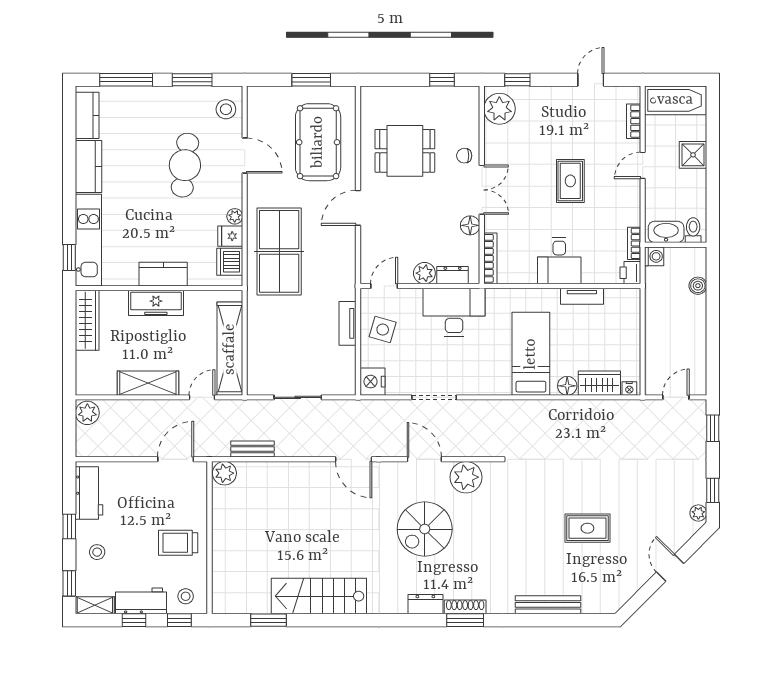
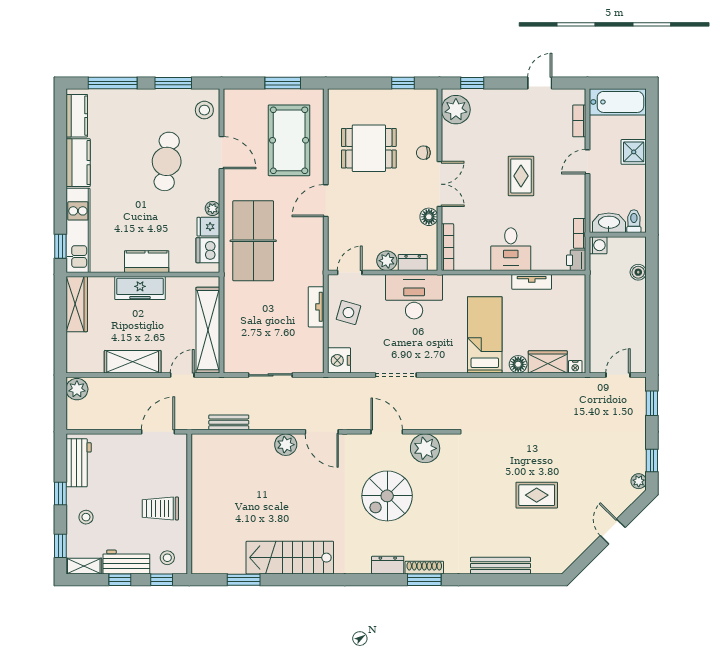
plant: (224, 473) -> (286, 445), moved

